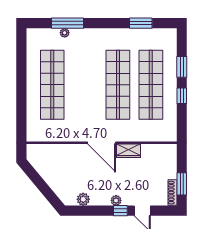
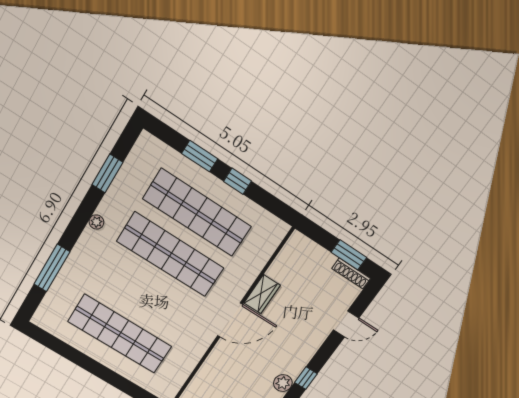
plant: (65, 33) -> (96, 222), moved
plant: (116, 200) -> (312, 347), removed
window: (120, 211) -> (306, 378), moved

